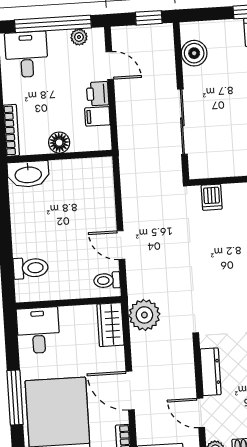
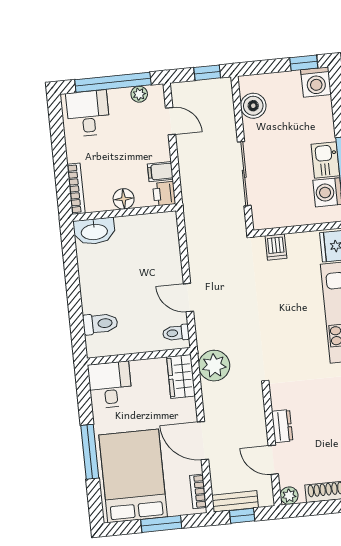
printer: (98, 94) -> (164, 194), moved
dresser: (211, 372) -> (282, 426), width x0.70

